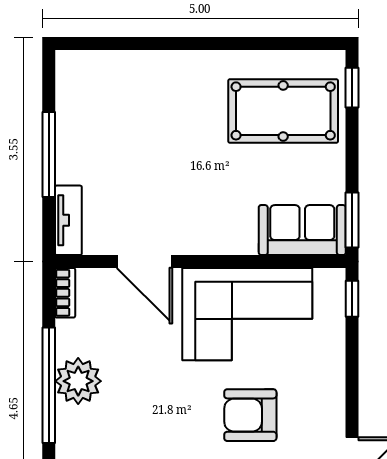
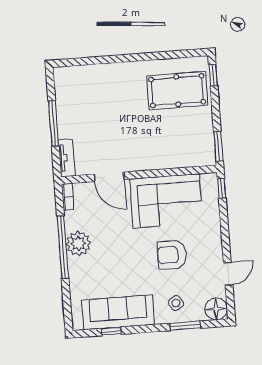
sofa: (302, 230) -> (192, 154), removed

